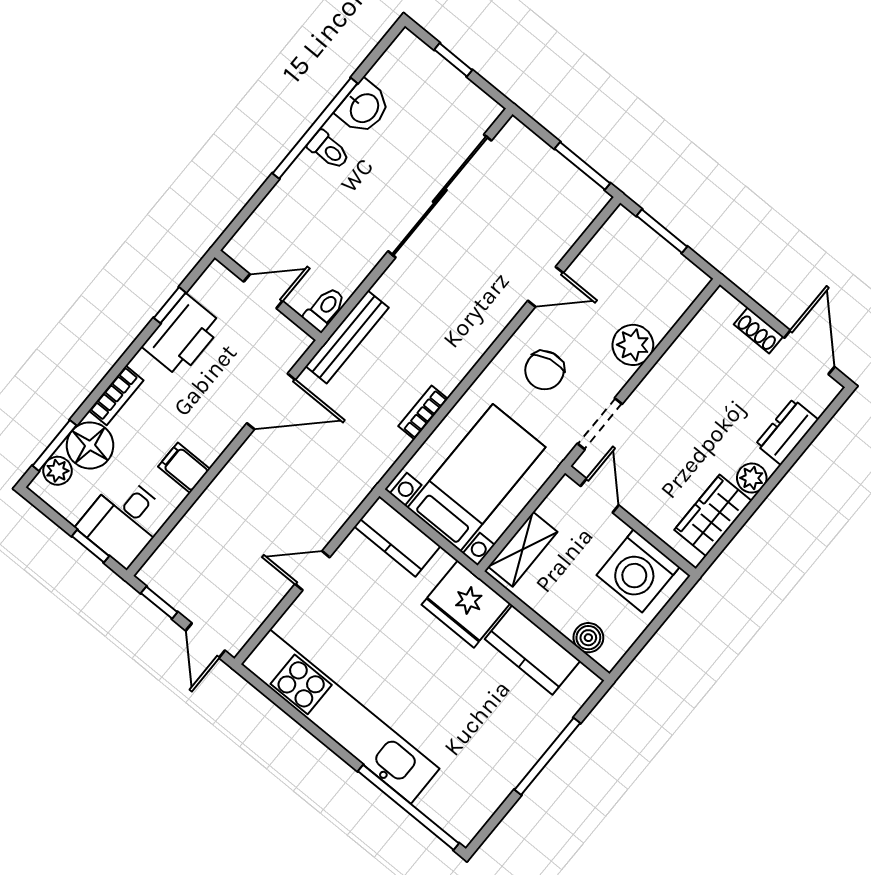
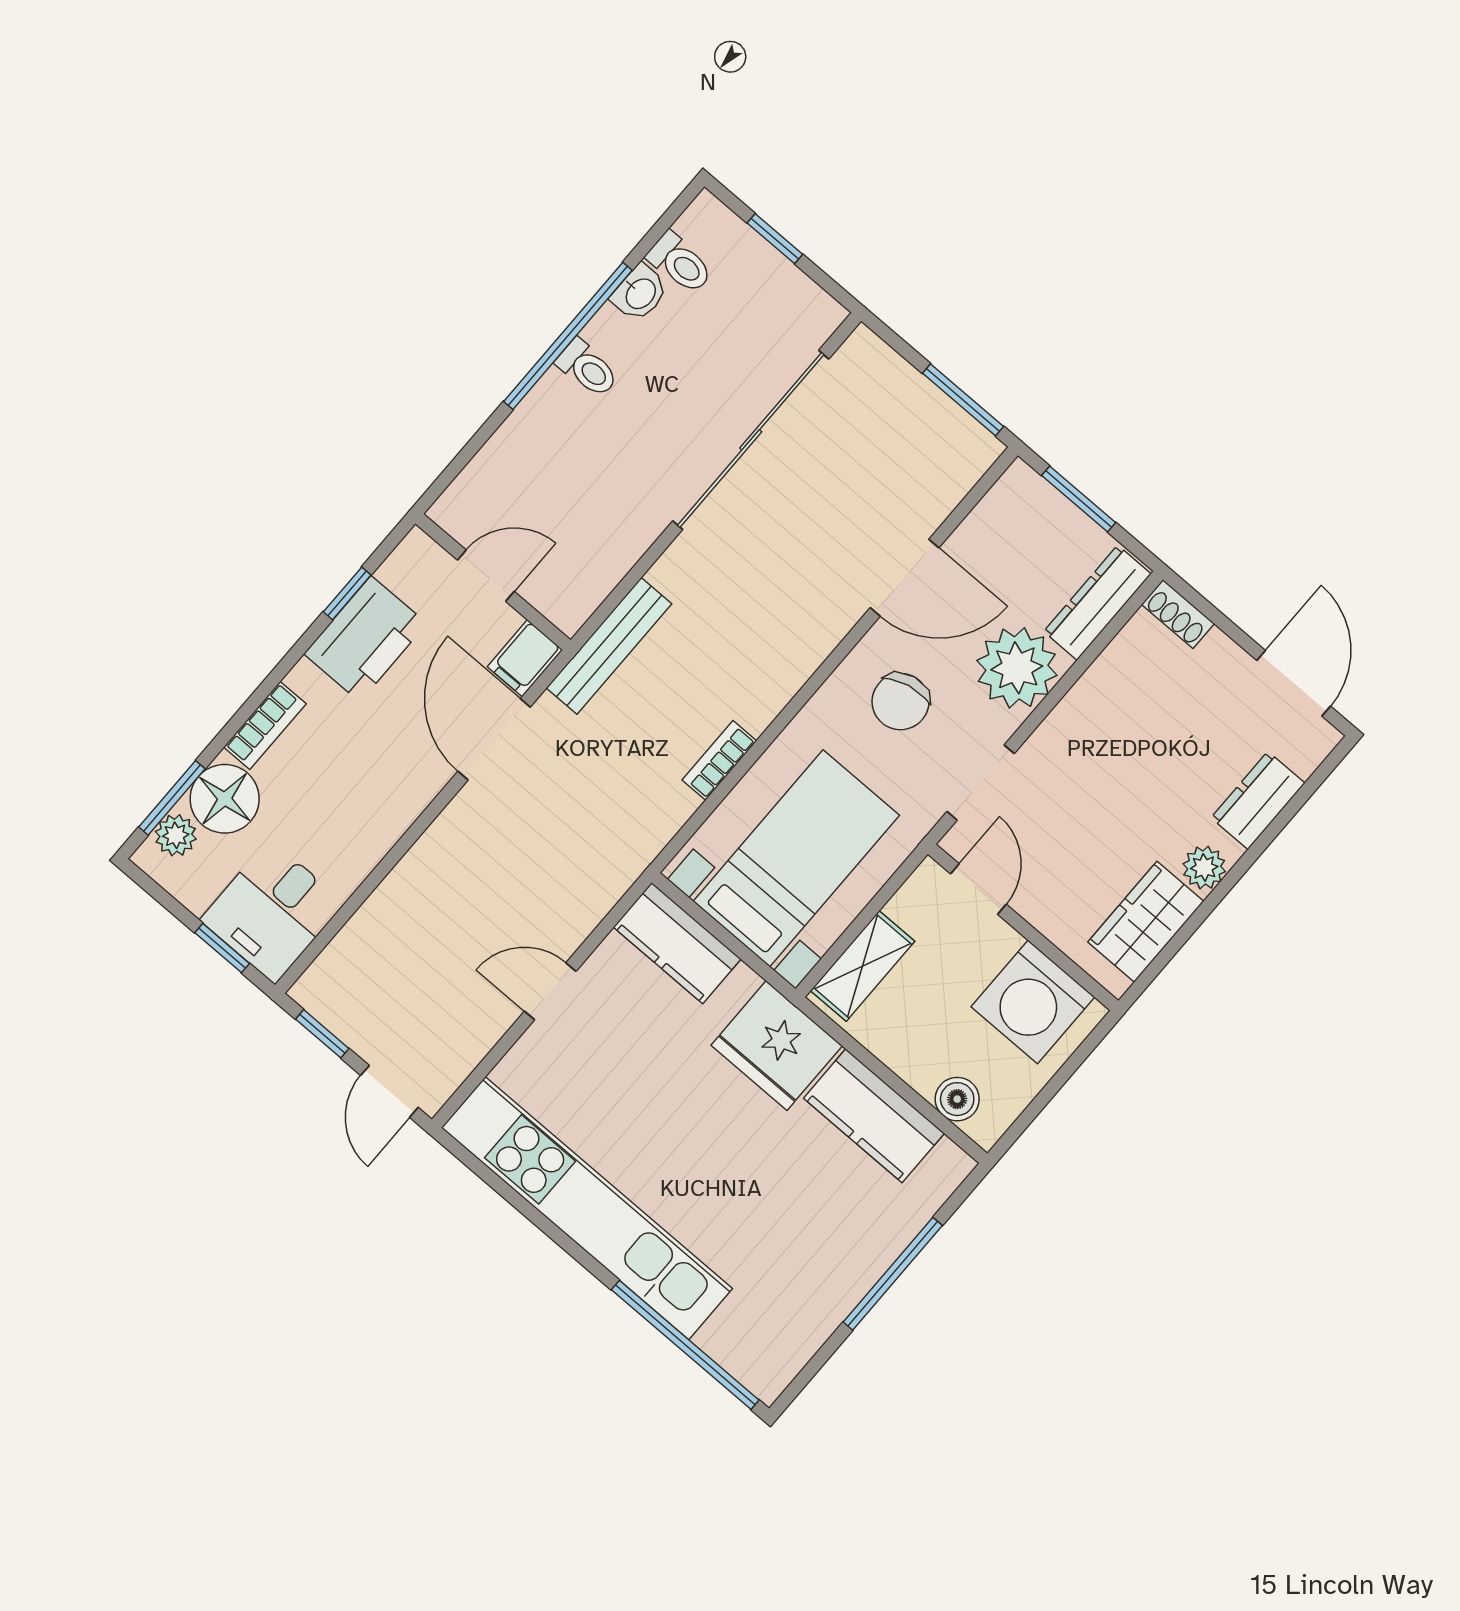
washbasin: (364, 107) -> (640, 293), width x0.72, depth x0.69
door: (545, 287) -> (905, 578), width x1.38
dresser: (676, 301) -> (1097, 603), added
toilet: (325, 309) -> (680, 263), moved, turned 90
shoe rack: (759, 330) -> (1178, 614), moved
plant: (633, 345) -> (1017, 668), width x1.36, depth x1.36
door: (271, 401) -> (494, 739), swing flipped
filing cabinet: (184, 468) -> (525, 658), moved, turned -90

